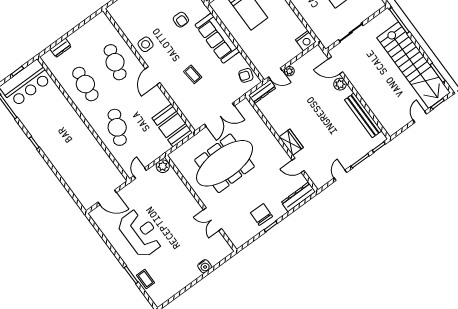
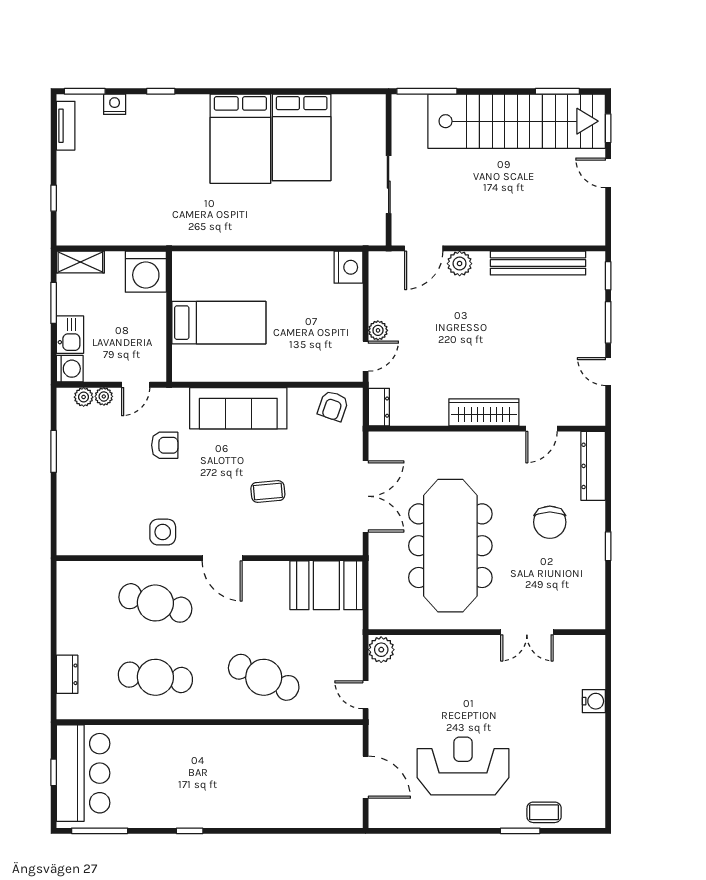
dresser: (262, 92) -> (379, 407), width x0.70
wardrobe: (291, 142) -> (484, 412), width x1.50
door: (107, 197) -> (366, 777), hinge flipped
chair: (261, 215) -> (550, 522), moved, turned -91

